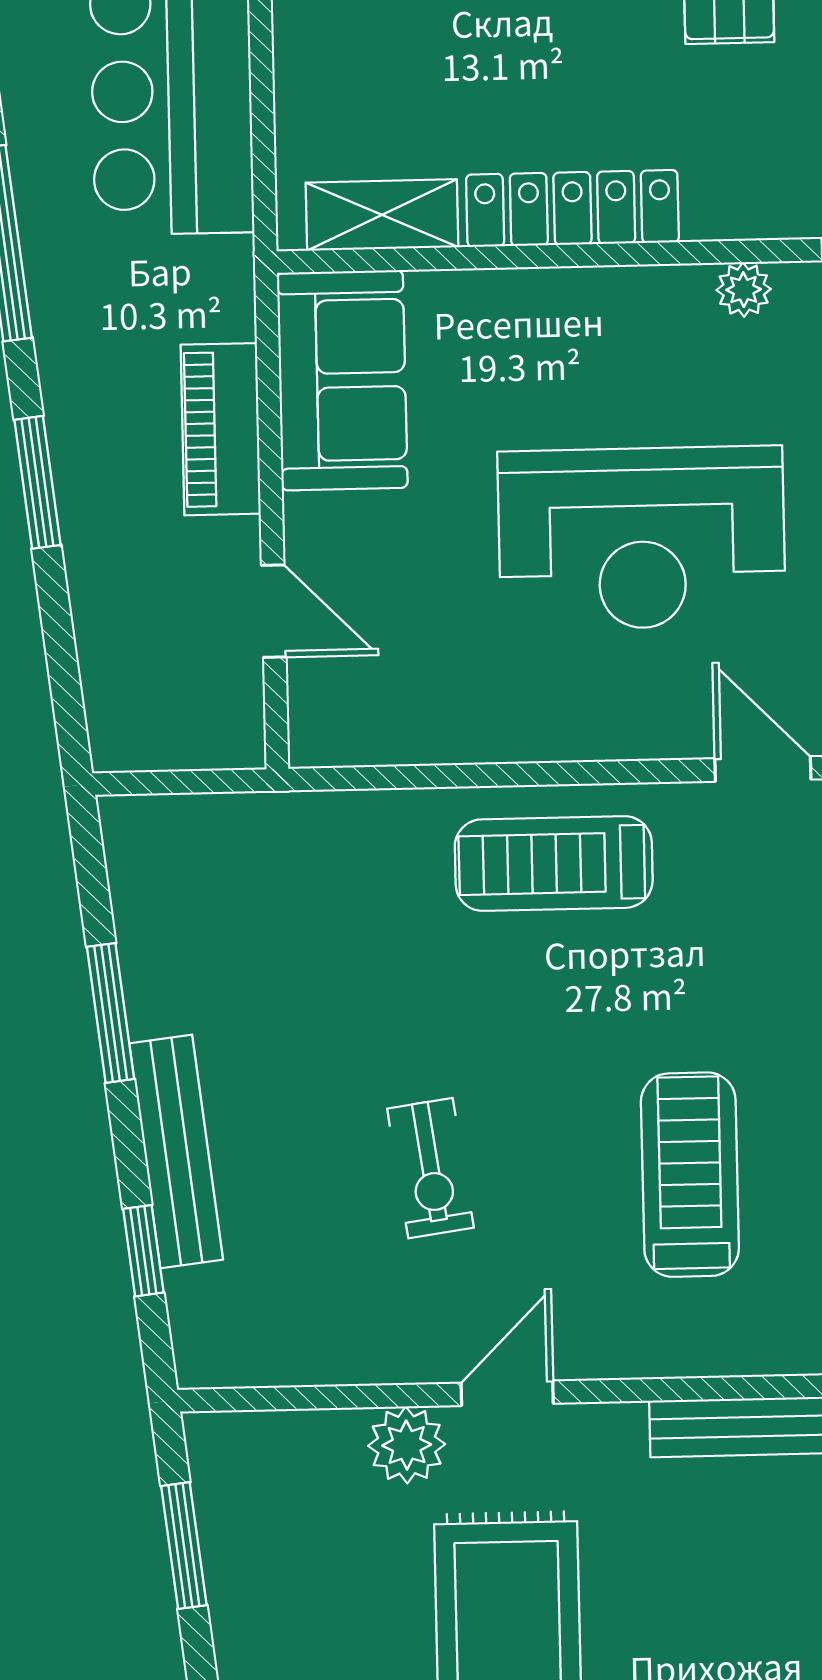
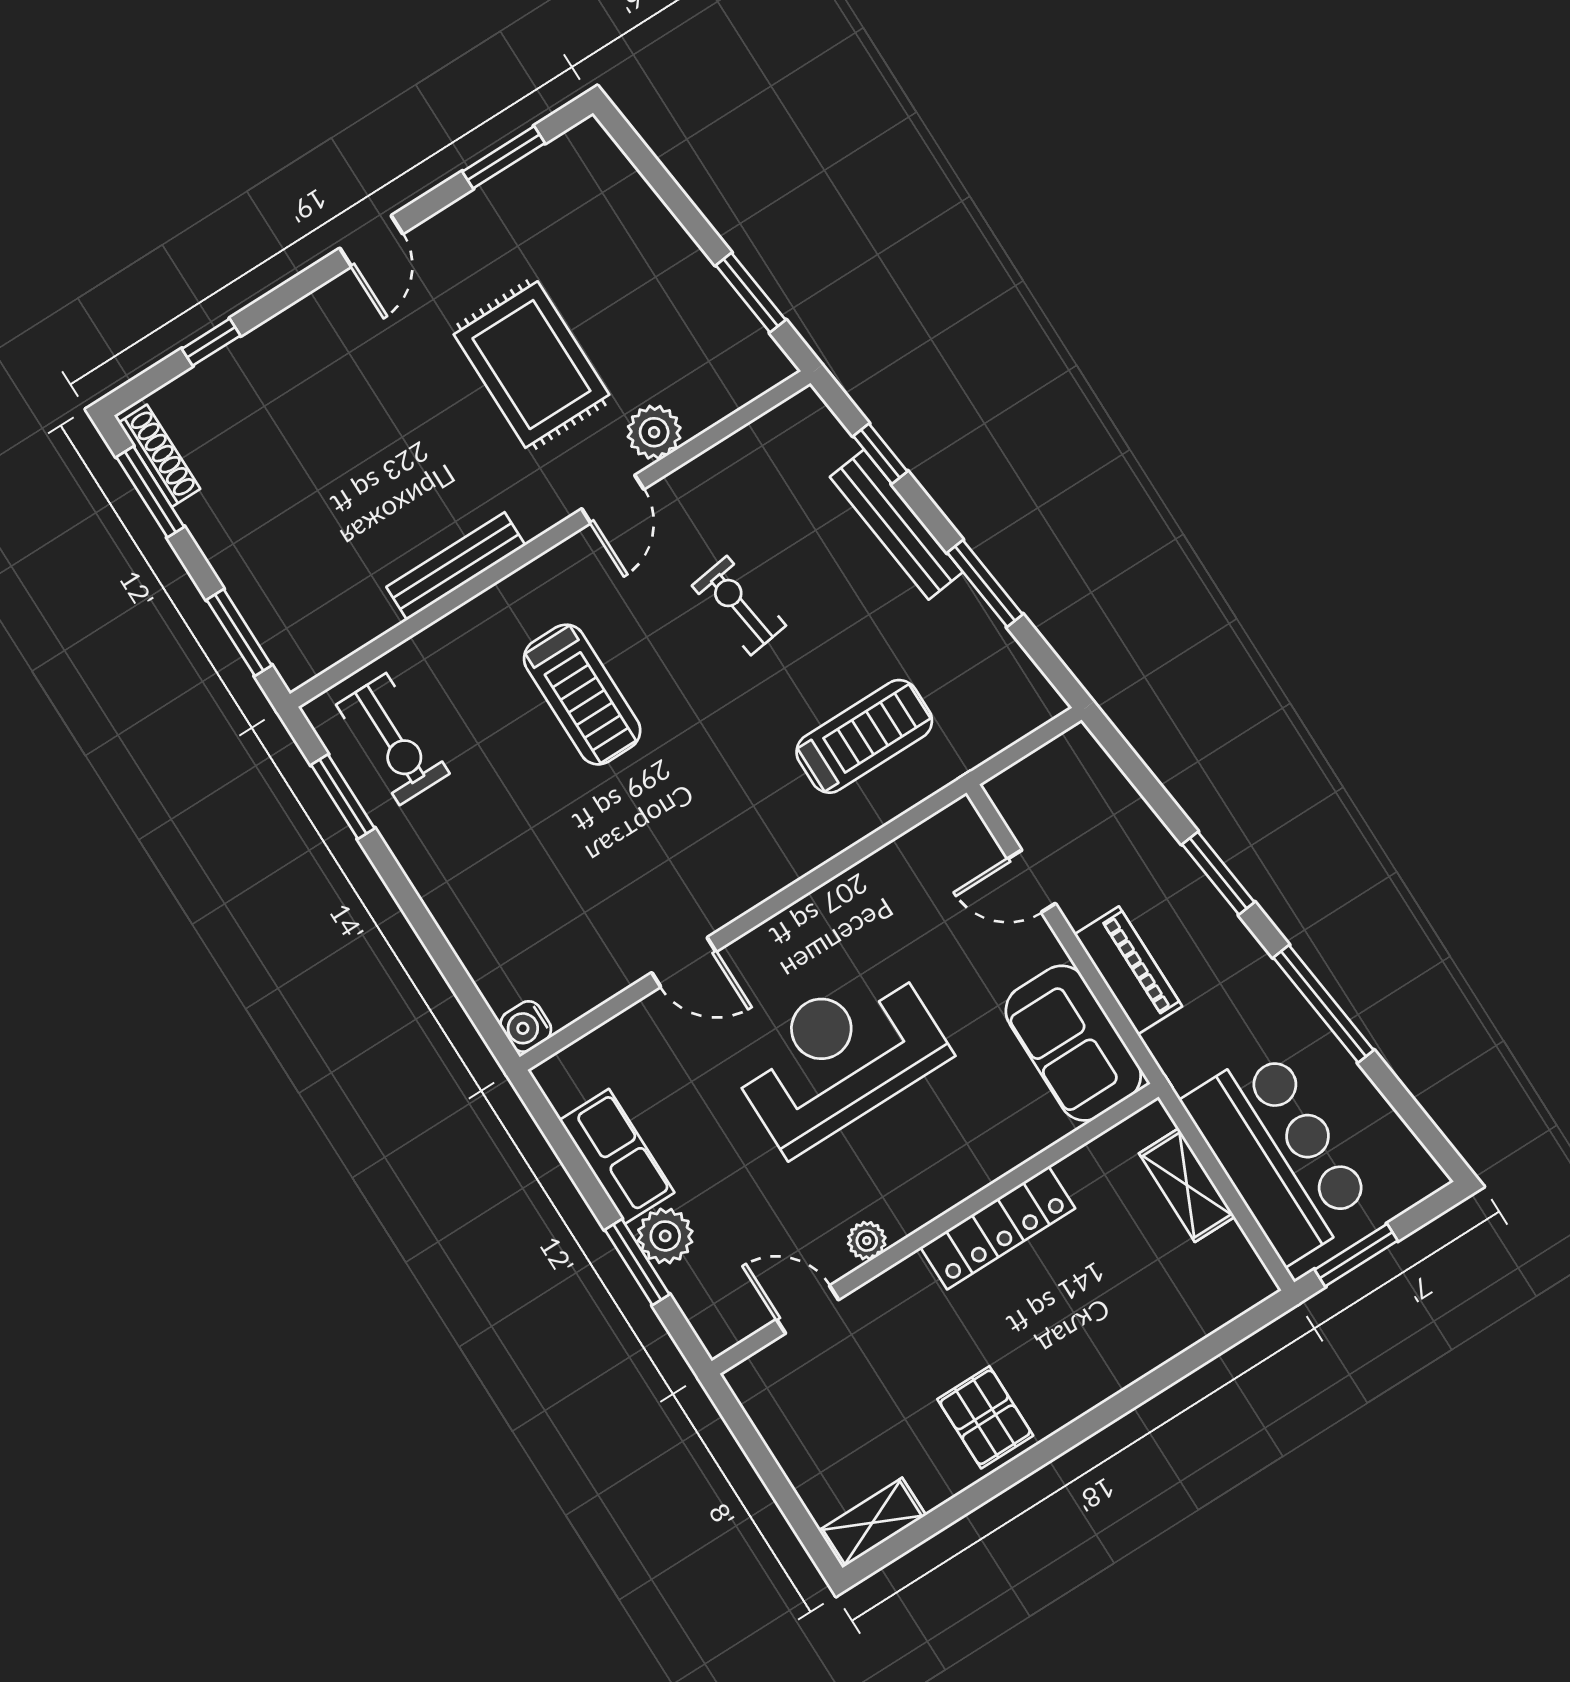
shelving: (382, 215) -> (1187, 1185), moved, turned 90
treadmill: (554, 864) -> (864, 736), moved

